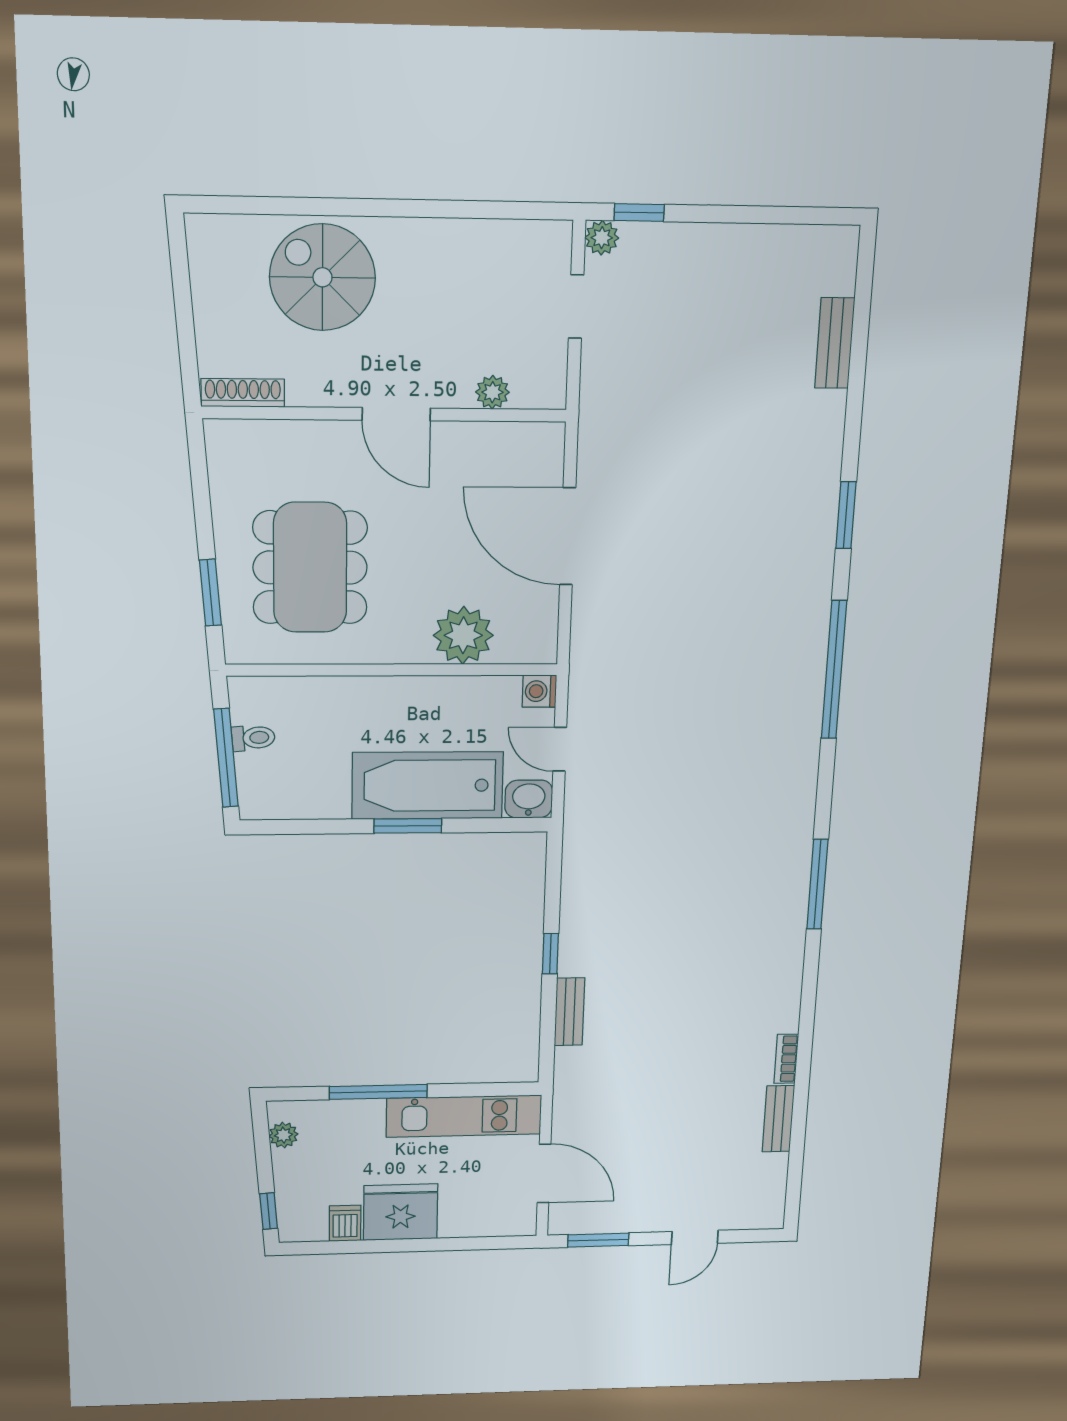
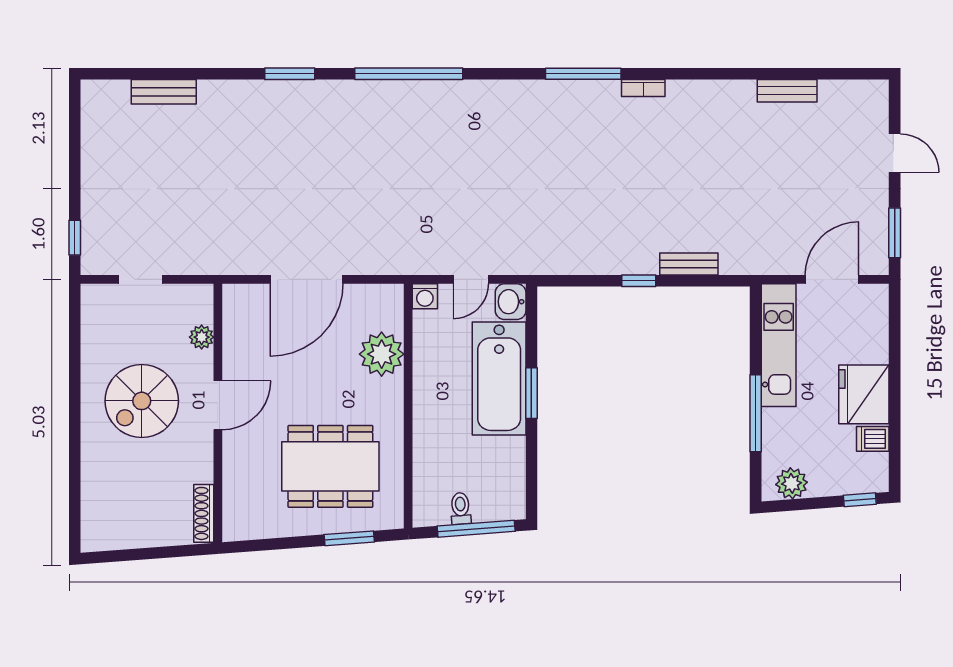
plant: (602, 238) -> (92, 263), removed
spiral stairs: (322, 277) -> (142, 401), moved
bookcase: (786, 1059) -> (643, 88), moved
plant: (283, 1135) -> (792, 483), width x1.38, depth x1.38

